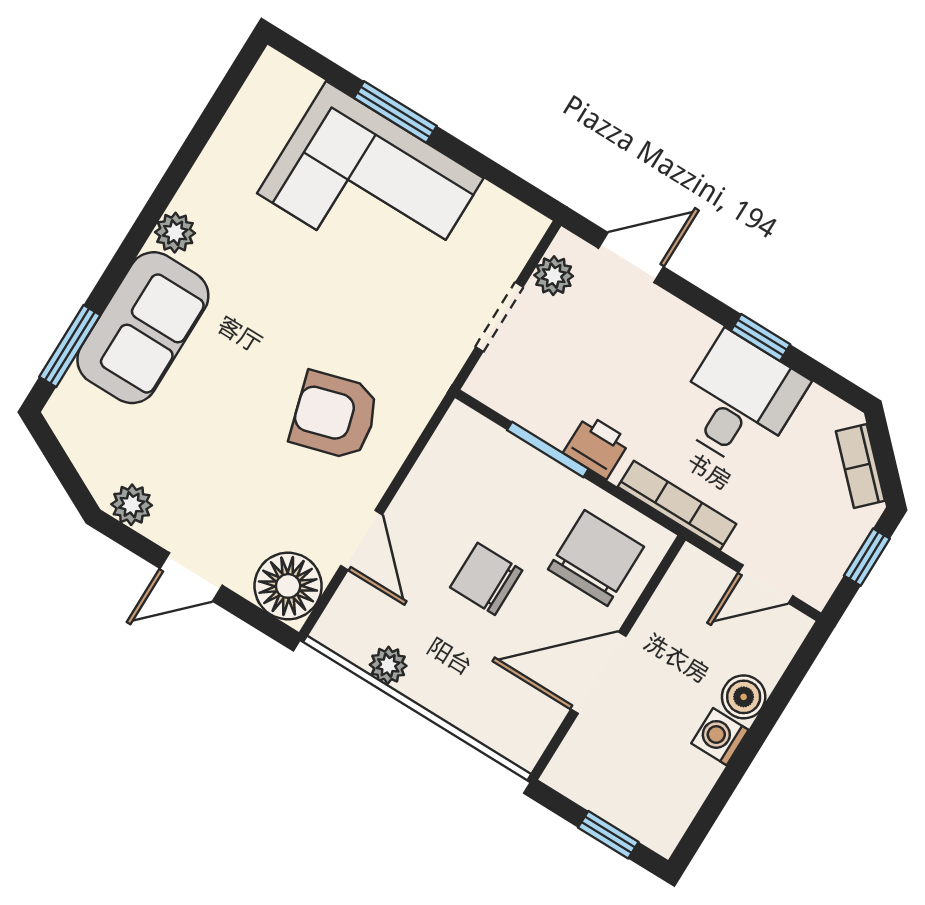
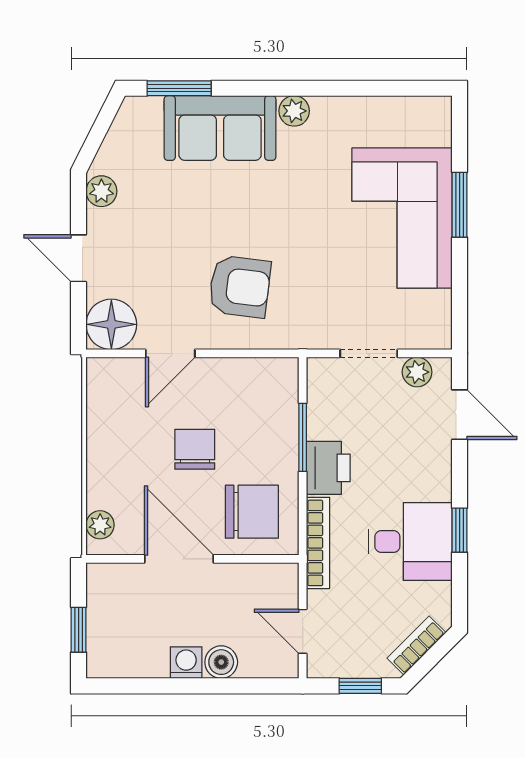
armchair: (335, 416) -> (240, 287), turned 113
printer: (597, 447) -> (328, 468), width x1.36, depth x1.24
plant: (388, 665) -> (100, 525), moved

